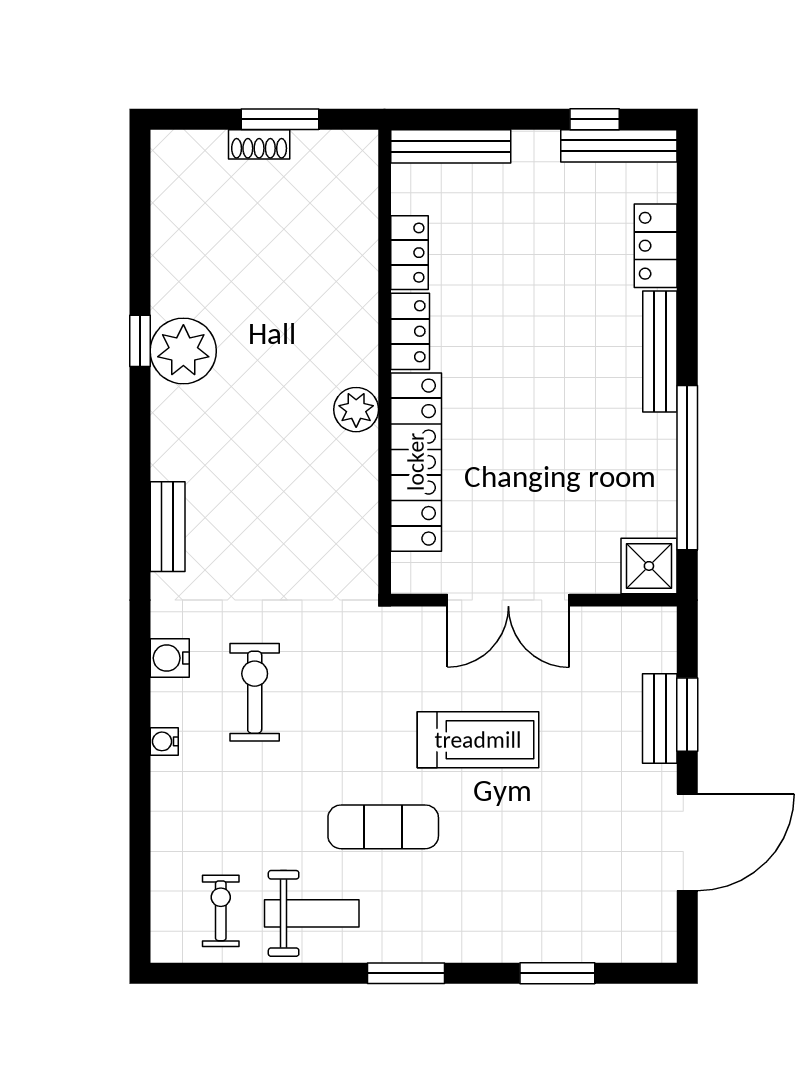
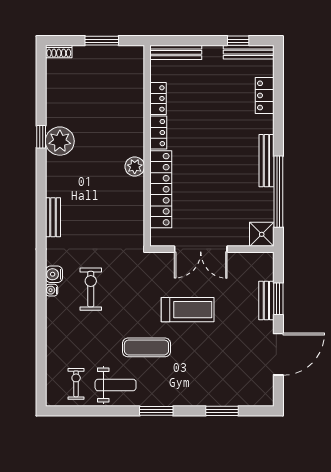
shoe rack: (259, 144) -> (59, 52), moved
bench: (660, 351) -> (266, 161), moved
water cooler: (164, 741) -> (52, 290), moved

